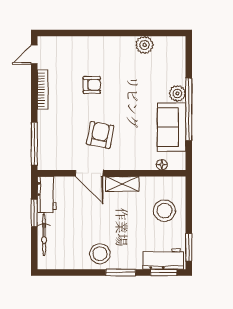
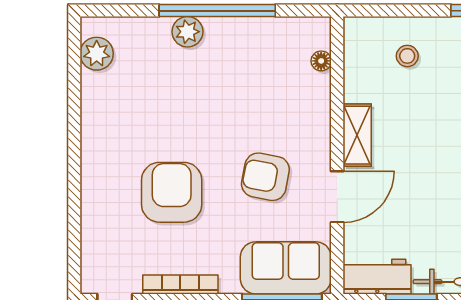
plant: (145, 45) -> (97, 54), moved
armchair: (92, 85) -> (172, 192), width x1.88, depth x1.88
sofa: (172, 127) -> (286, 268), moved, turned 180
stool: (164, 211) -> (407, 56), width x0.53, depth x0.53

